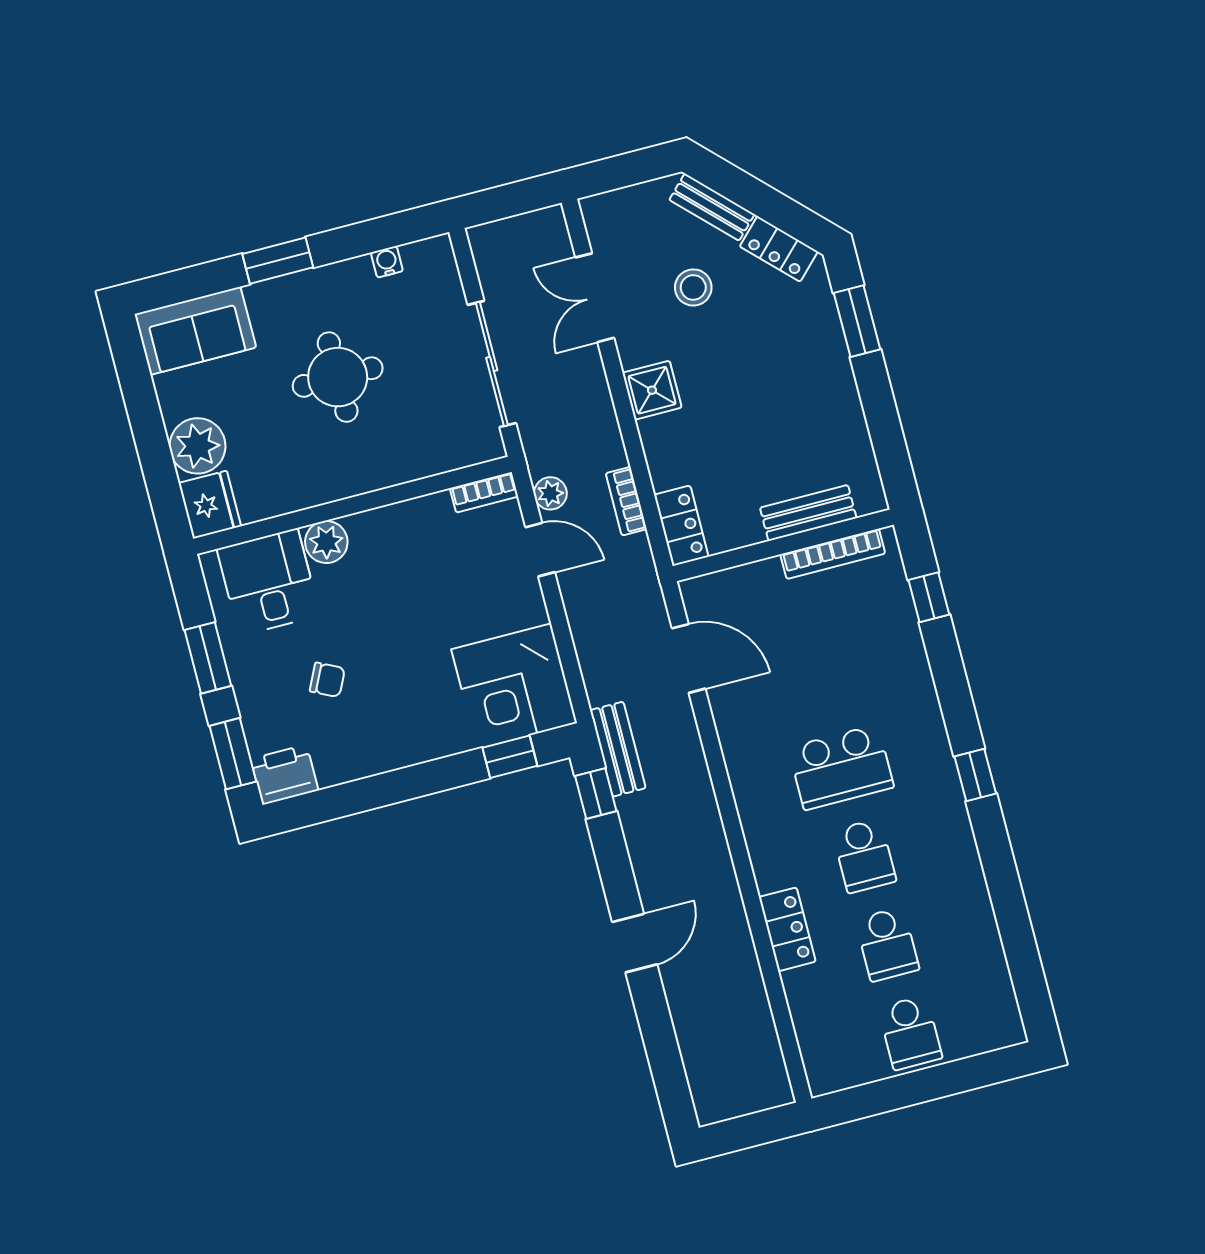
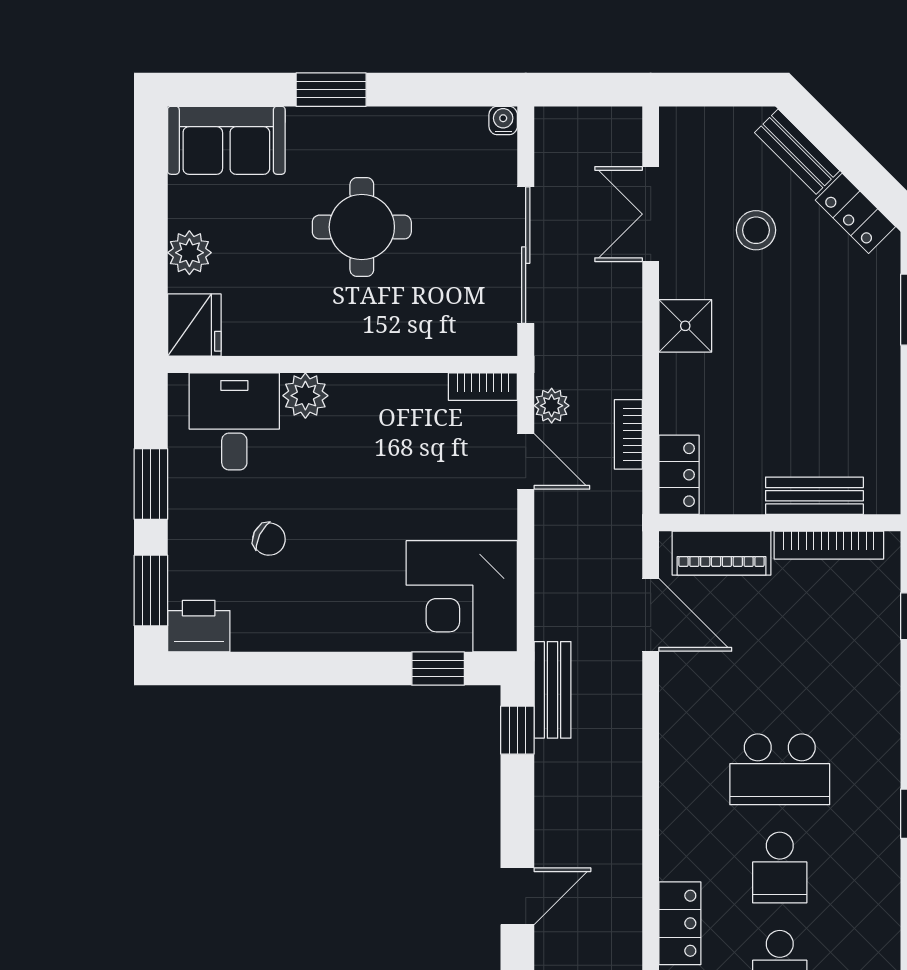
water cooler: (387, 262) -> (503, 120), moved
plant: (198, 446) -> (189, 253), width x0.73, depth x0.73
piano: (738, 586) -> (721, 553), added

